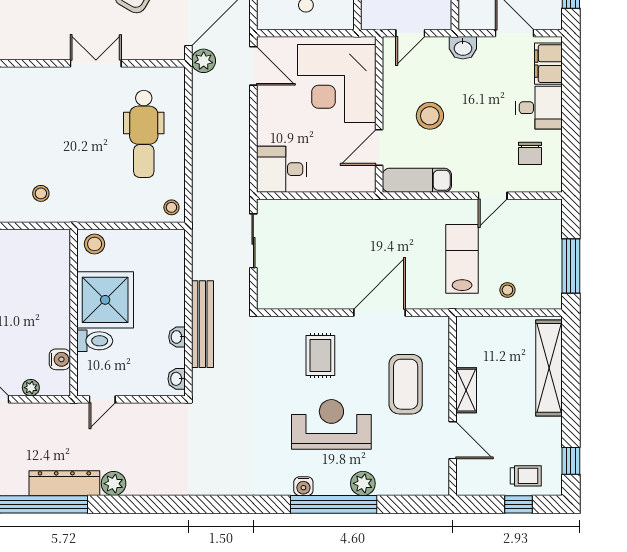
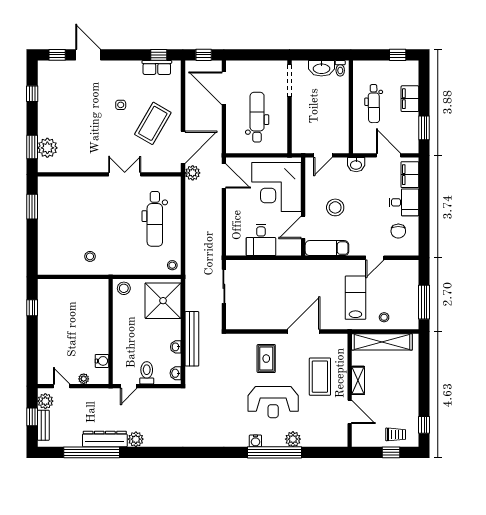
desk: (282, 169) -> (261, 240), moved, turned -90
shower: (105, 300) -> (163, 301), moved
toilet: (95, 341) -> (147, 373), moved, turned -90
shelving: (549, 368) -> (382, 342), moved, turned 90
reception desk: (331, 424) -> (273, 402), turned 180

